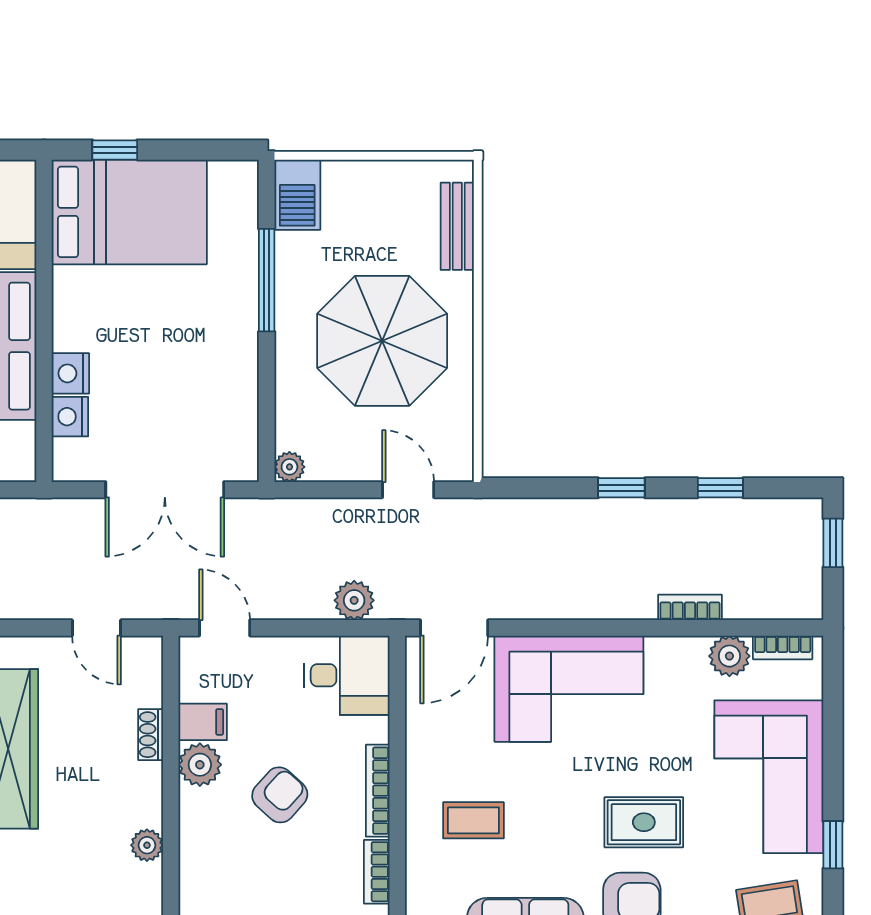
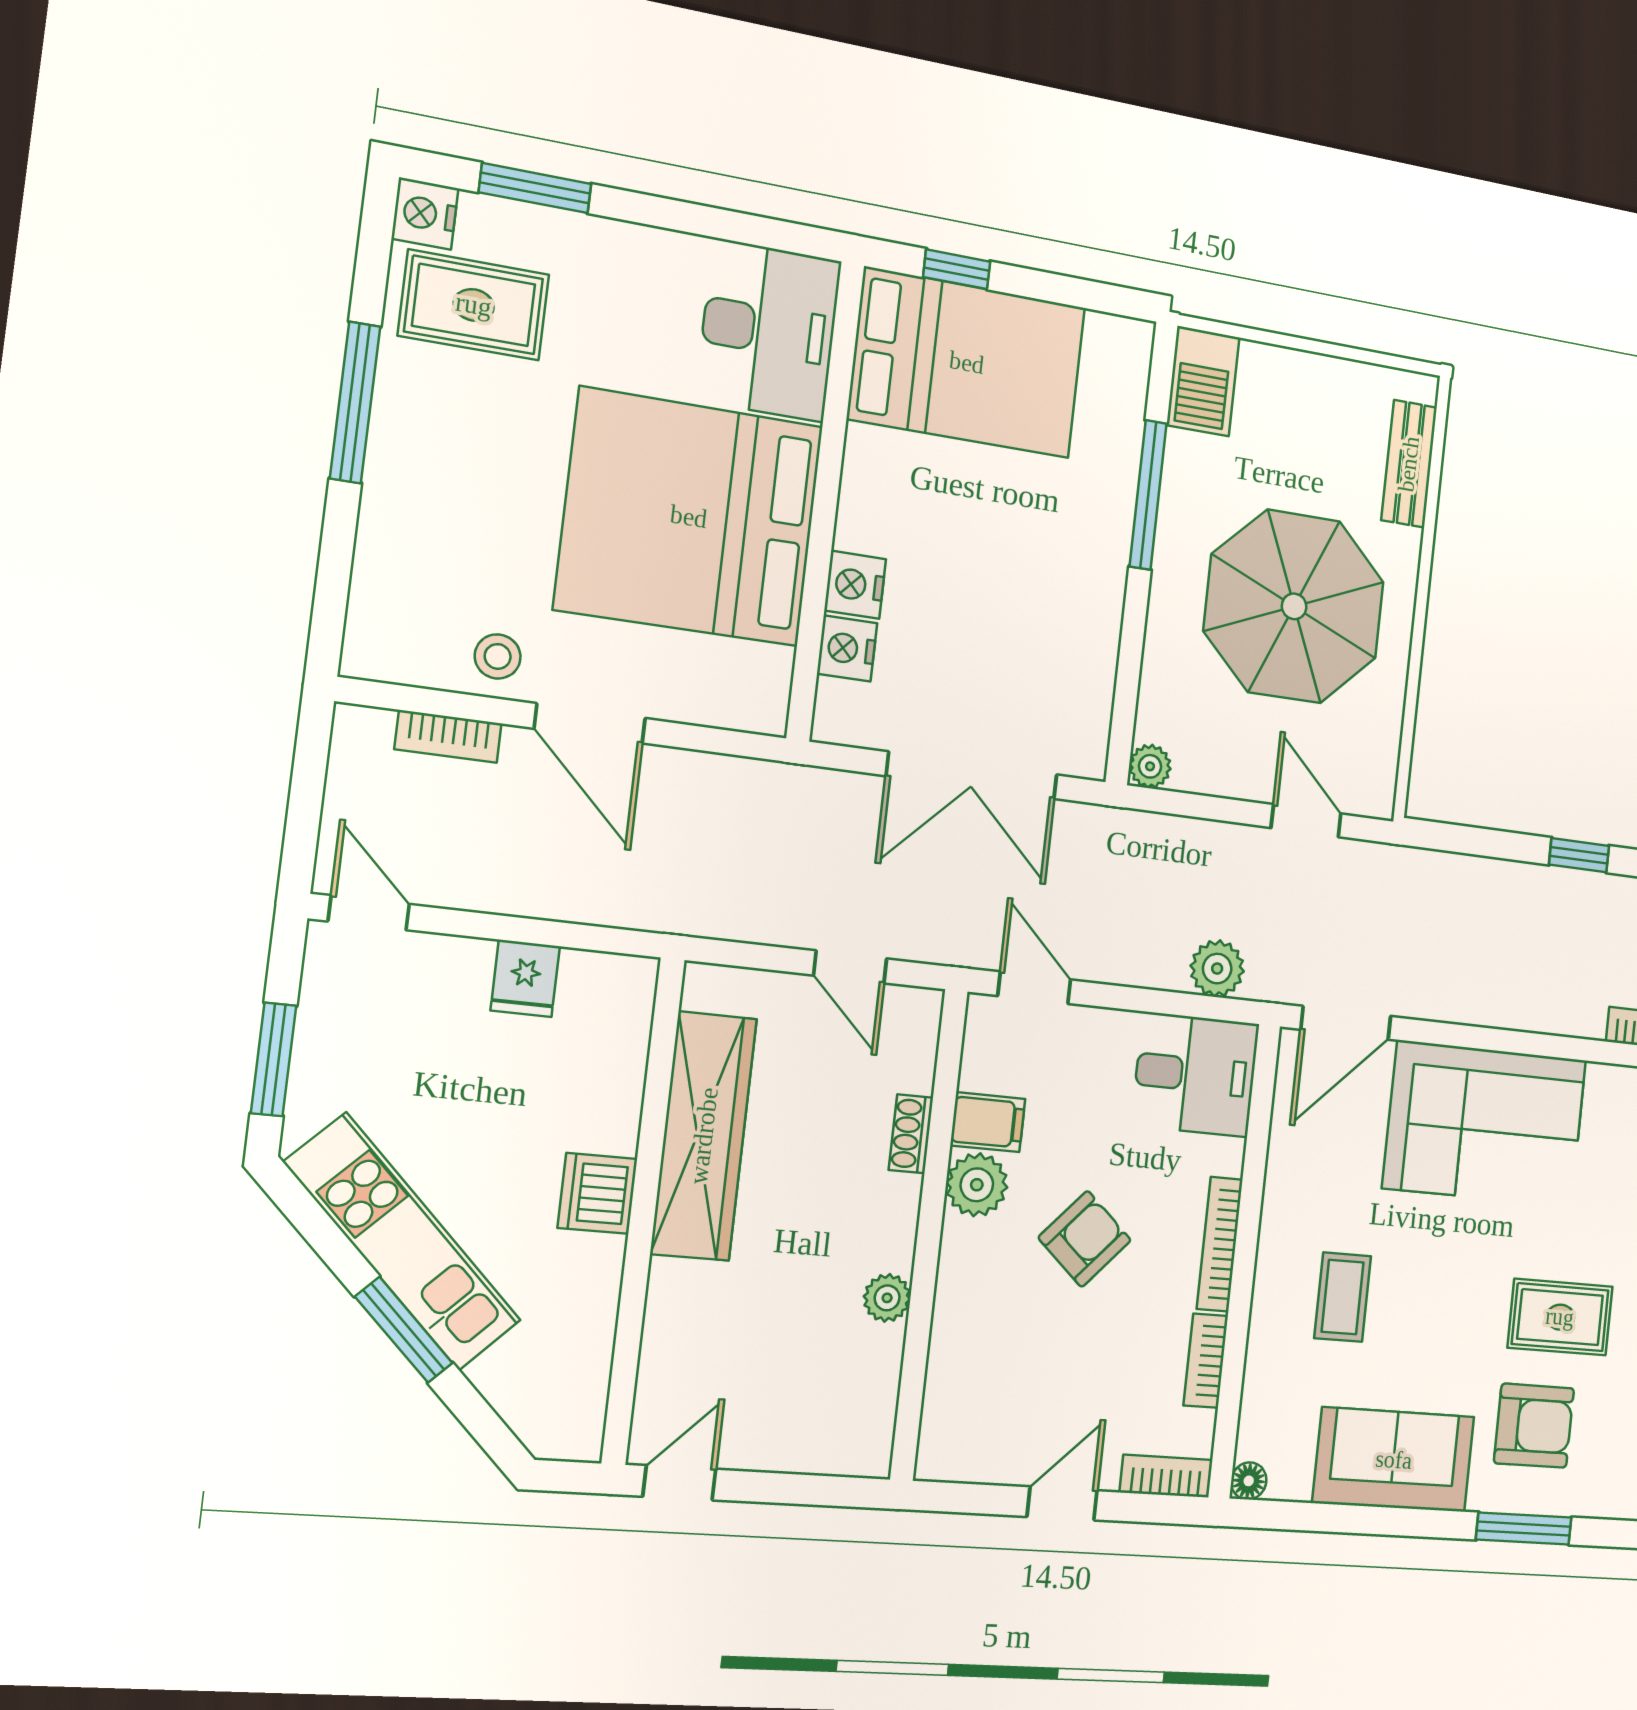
coffee table: (473, 820) -> (1343, 1297), turned 90

